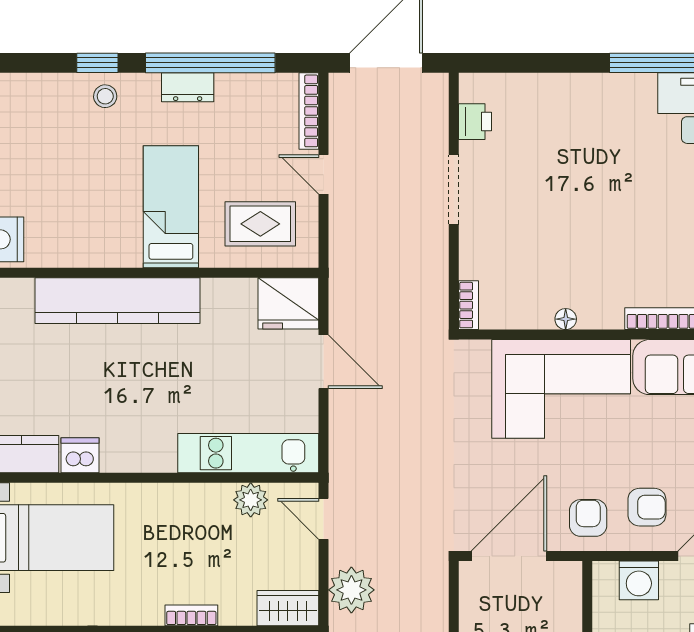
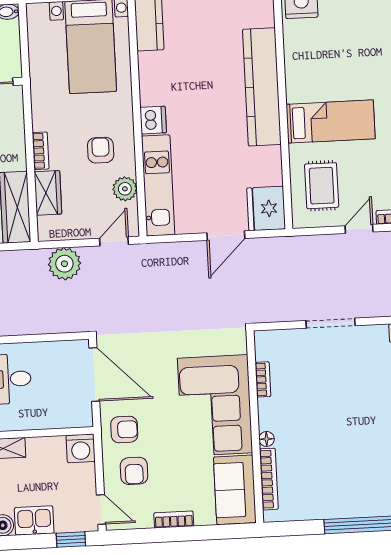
doorway: (454, 189) -> (331, 323), moved
bookcase: (468, 305) -> (263, 379), moved, turned -90
floor lamp: (566, 319) -> (267, 439), moved
dishwasher: (80, 455) -> (153, 120), moved
armchair: (195, 531) -> (101, 150), added
washing machine: (639, 580) -> (81, 448), moved, turned -90
wardrobe: (288, 608) -> (48, 193), moved

